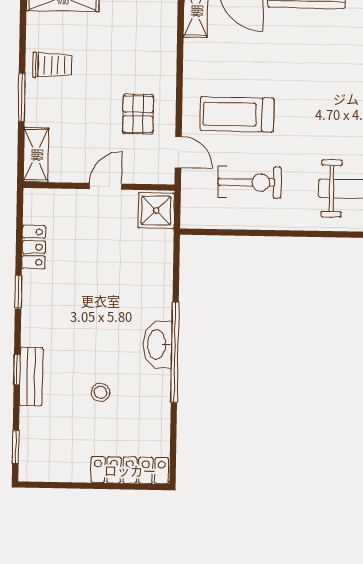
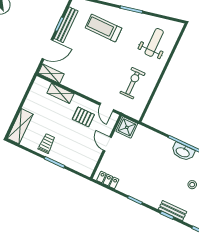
treadmill: (237, 114) -> (103, 28), moved, turned 90
door: (178, 152) -> (107, 107), swing flipped
shelving: (36, 155) -> (61, 93), moved
locker: (34, 247) -> (108, 180), moved

